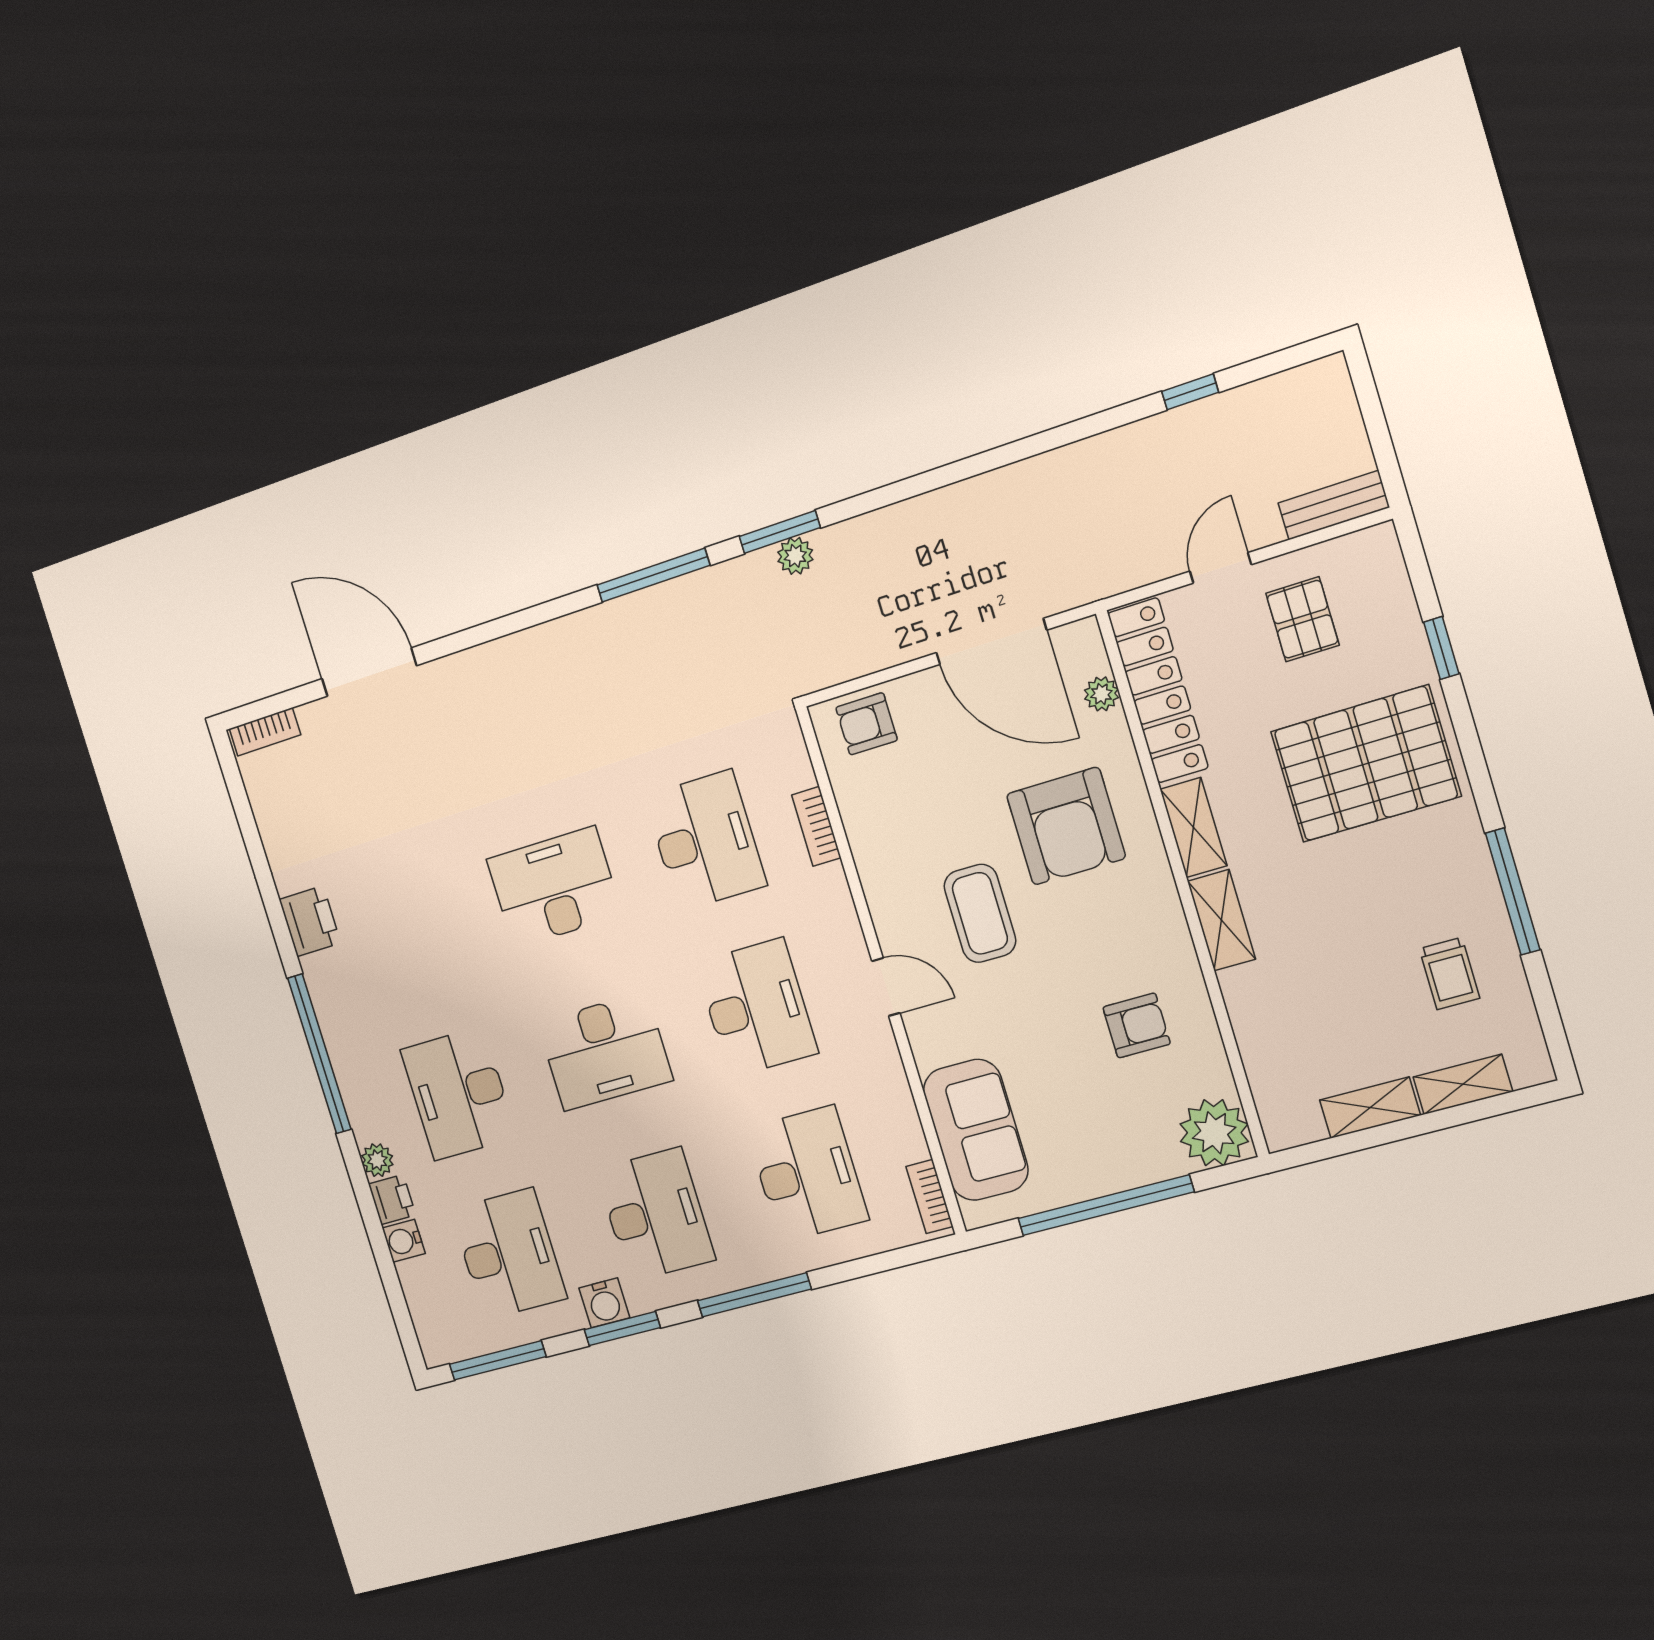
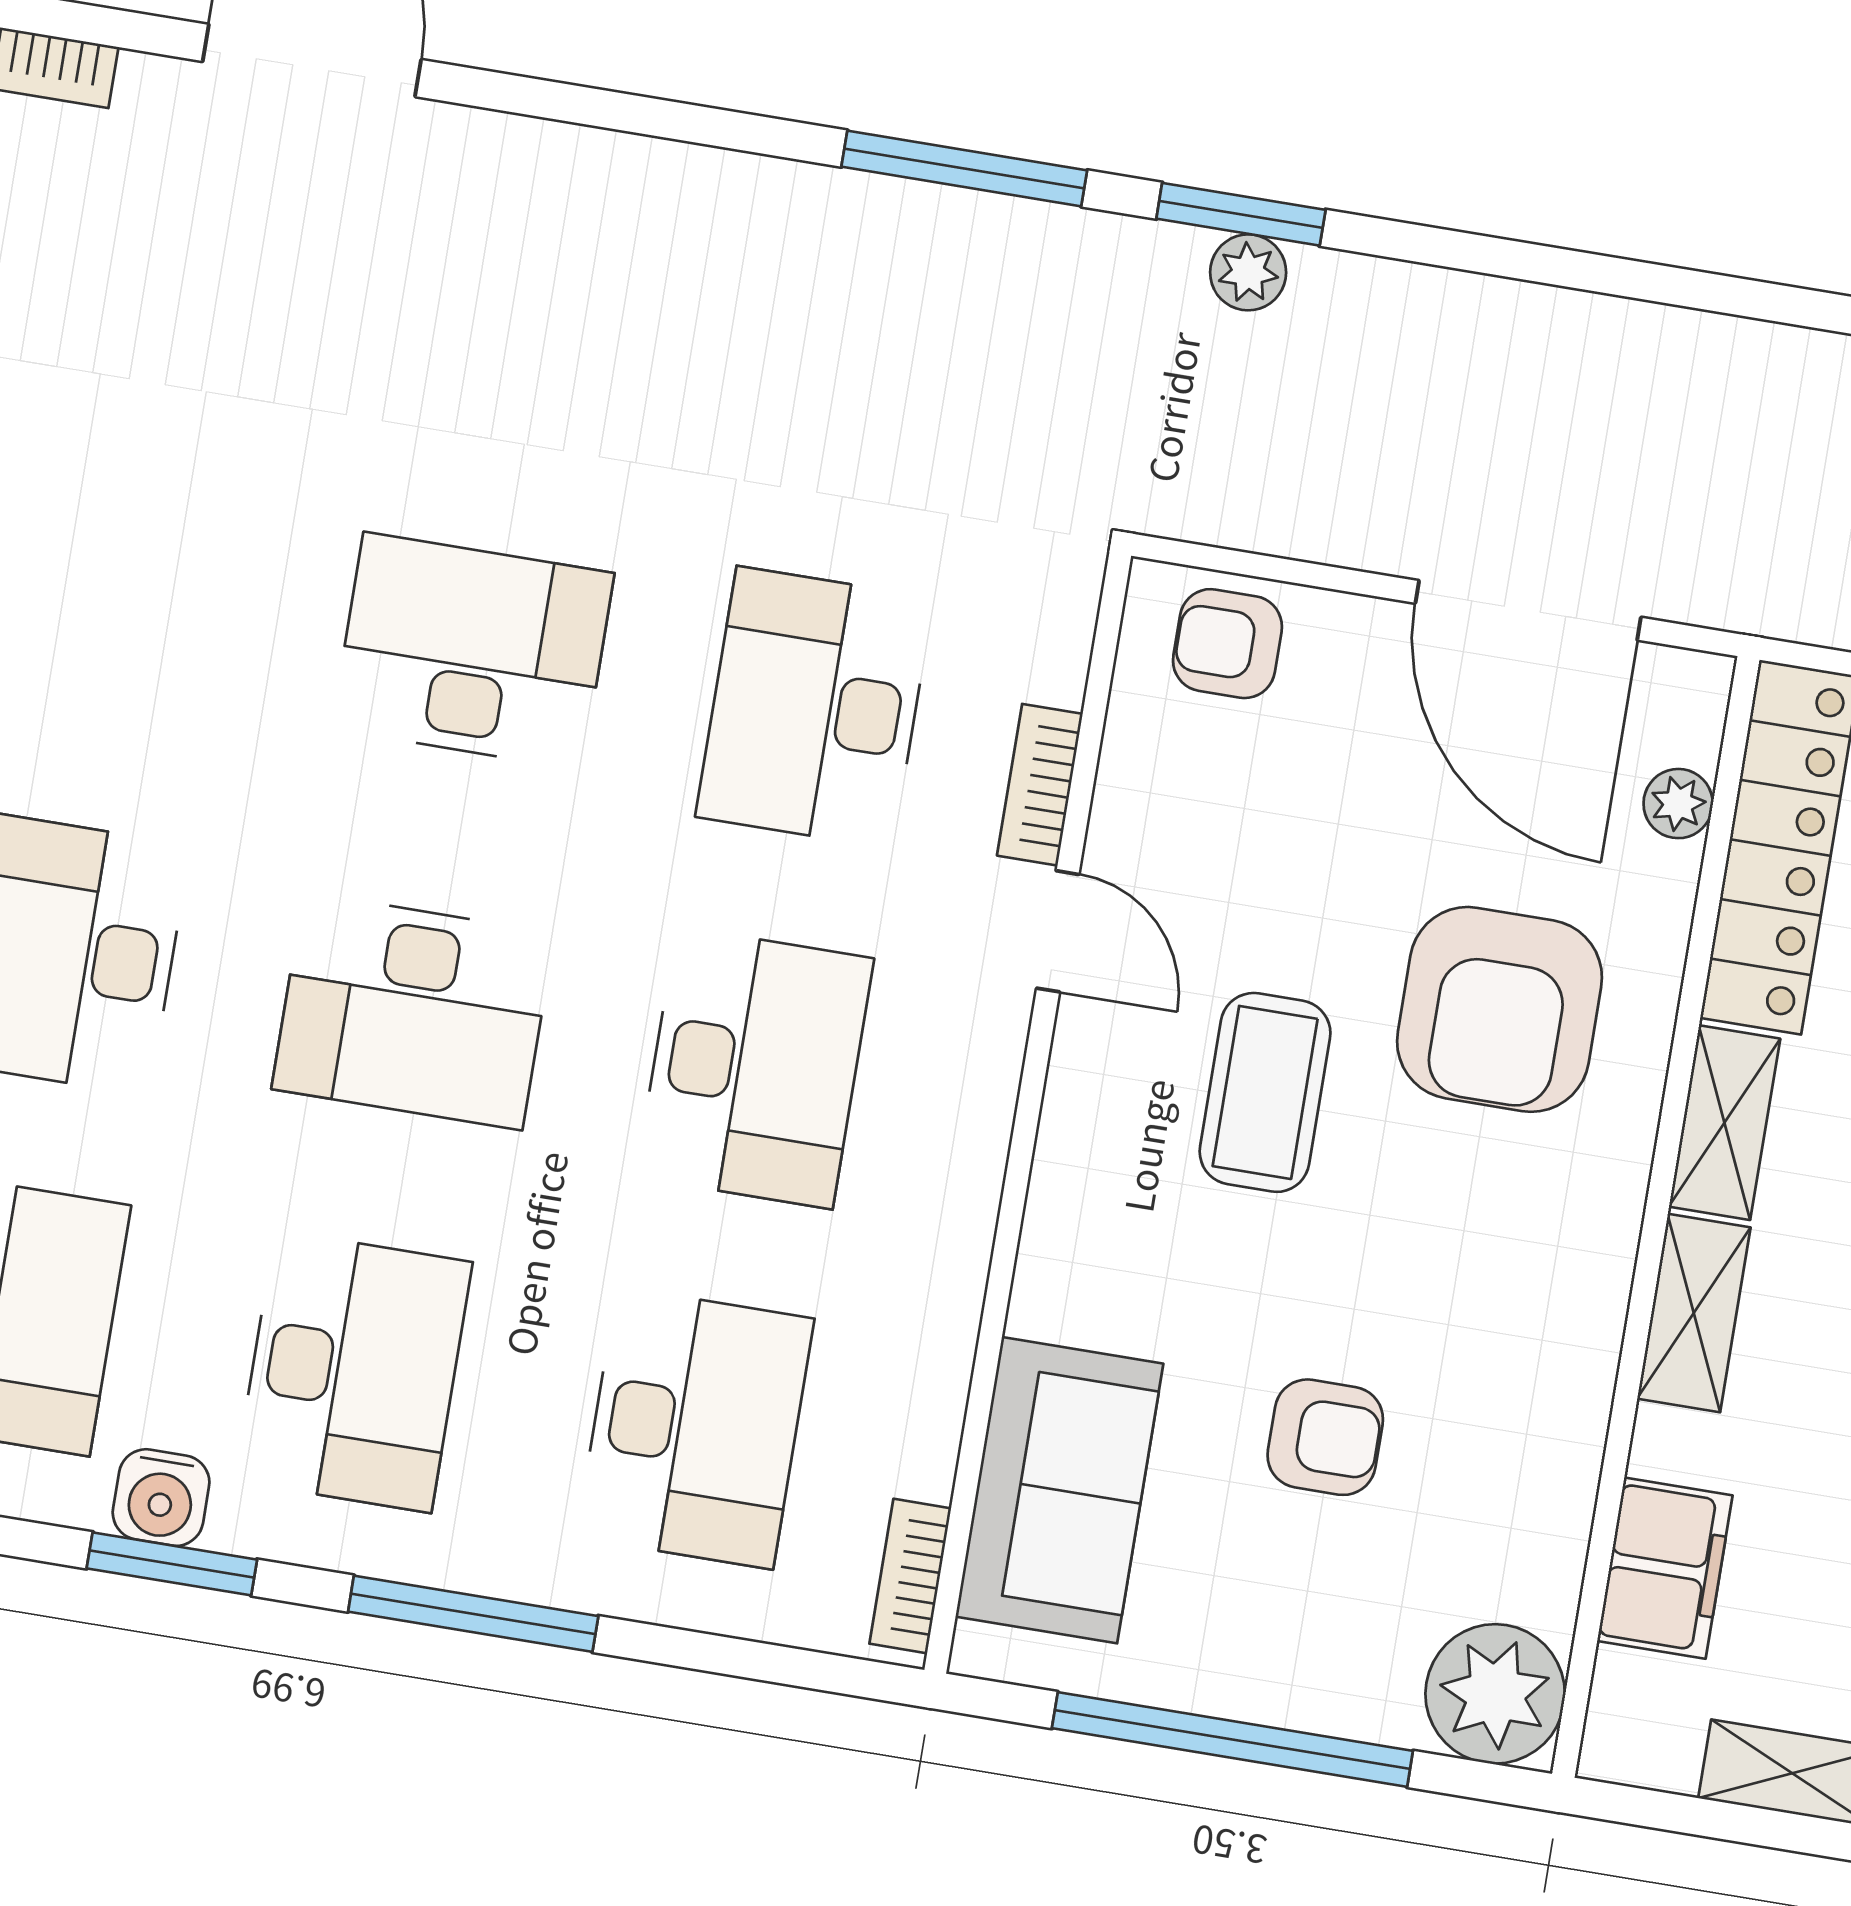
desk: (705, 841) -> (814, 707), turned 180
door: (886, 987) -> (1058, 931), moved
armchair: (1137, 1026) -> (1325, 1437), moved
filing cabinet: (1265, 1041) -> (1665, 1568), added

